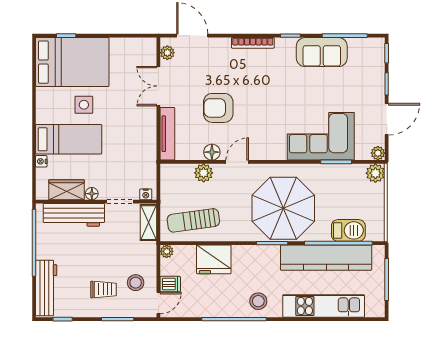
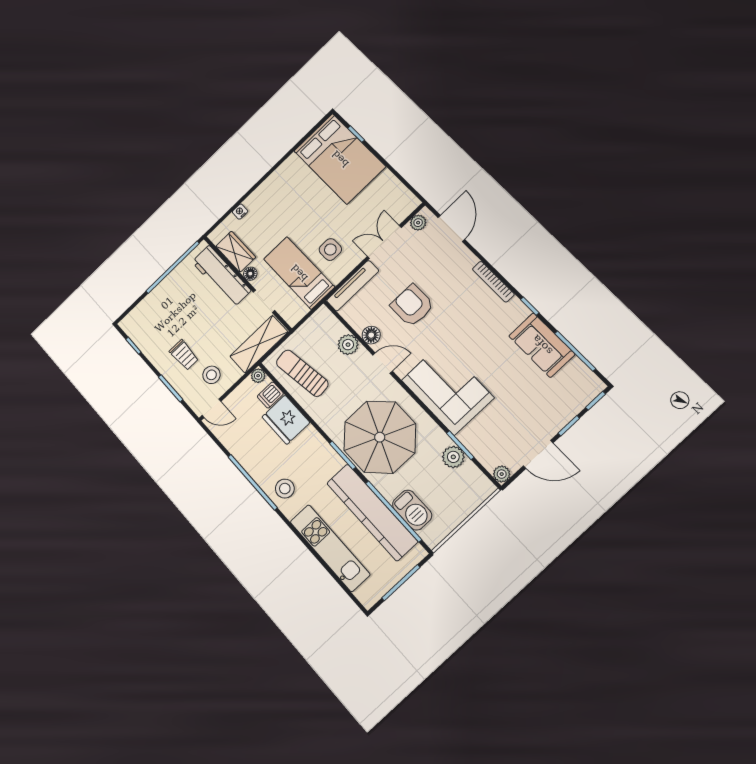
side table: (84, 105) -> (330, 250), moved
corner sofa: (321, 136) -> (448, 389), moved
bed: (69, 139) -> (299, 273), moved, turned 180
plant: (375, 173) -> (453, 457), moved
nightstand: (146, 194) -> (288, 316), removed
shelving: (149, 223) -> (259, 344), width x1.50, depth x1.33
dishwasher: (170, 284) -> (270, 395), moved, turned 90
workbench: (46, 288) -> (146, 310), removed

